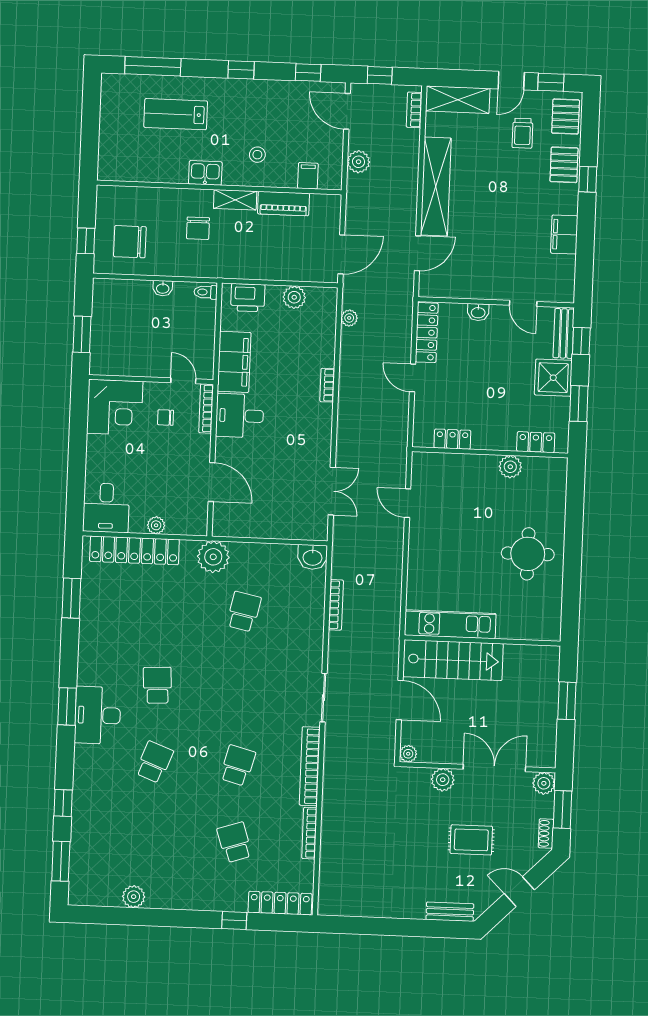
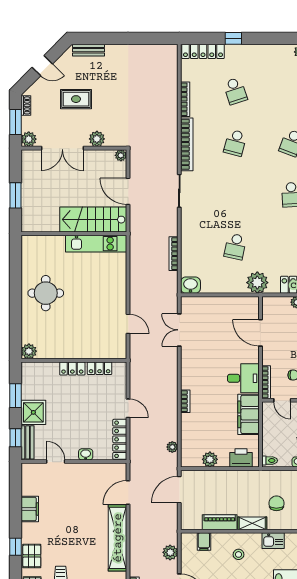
locker: (536, 442) -> (72, 369), moved
plant: (510, 467) -> (29, 351), moved

